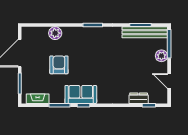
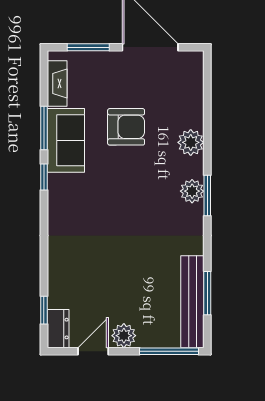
plant: (91, 32) -> (192, 191), added
plant: (55, 33) -> (191, 142), moved
plant: (161, 56) -> (124, 336), moved
sofa: (81, 94) -> (66, 140), moved
dresser: (139, 98) -> (58, 329), moved

